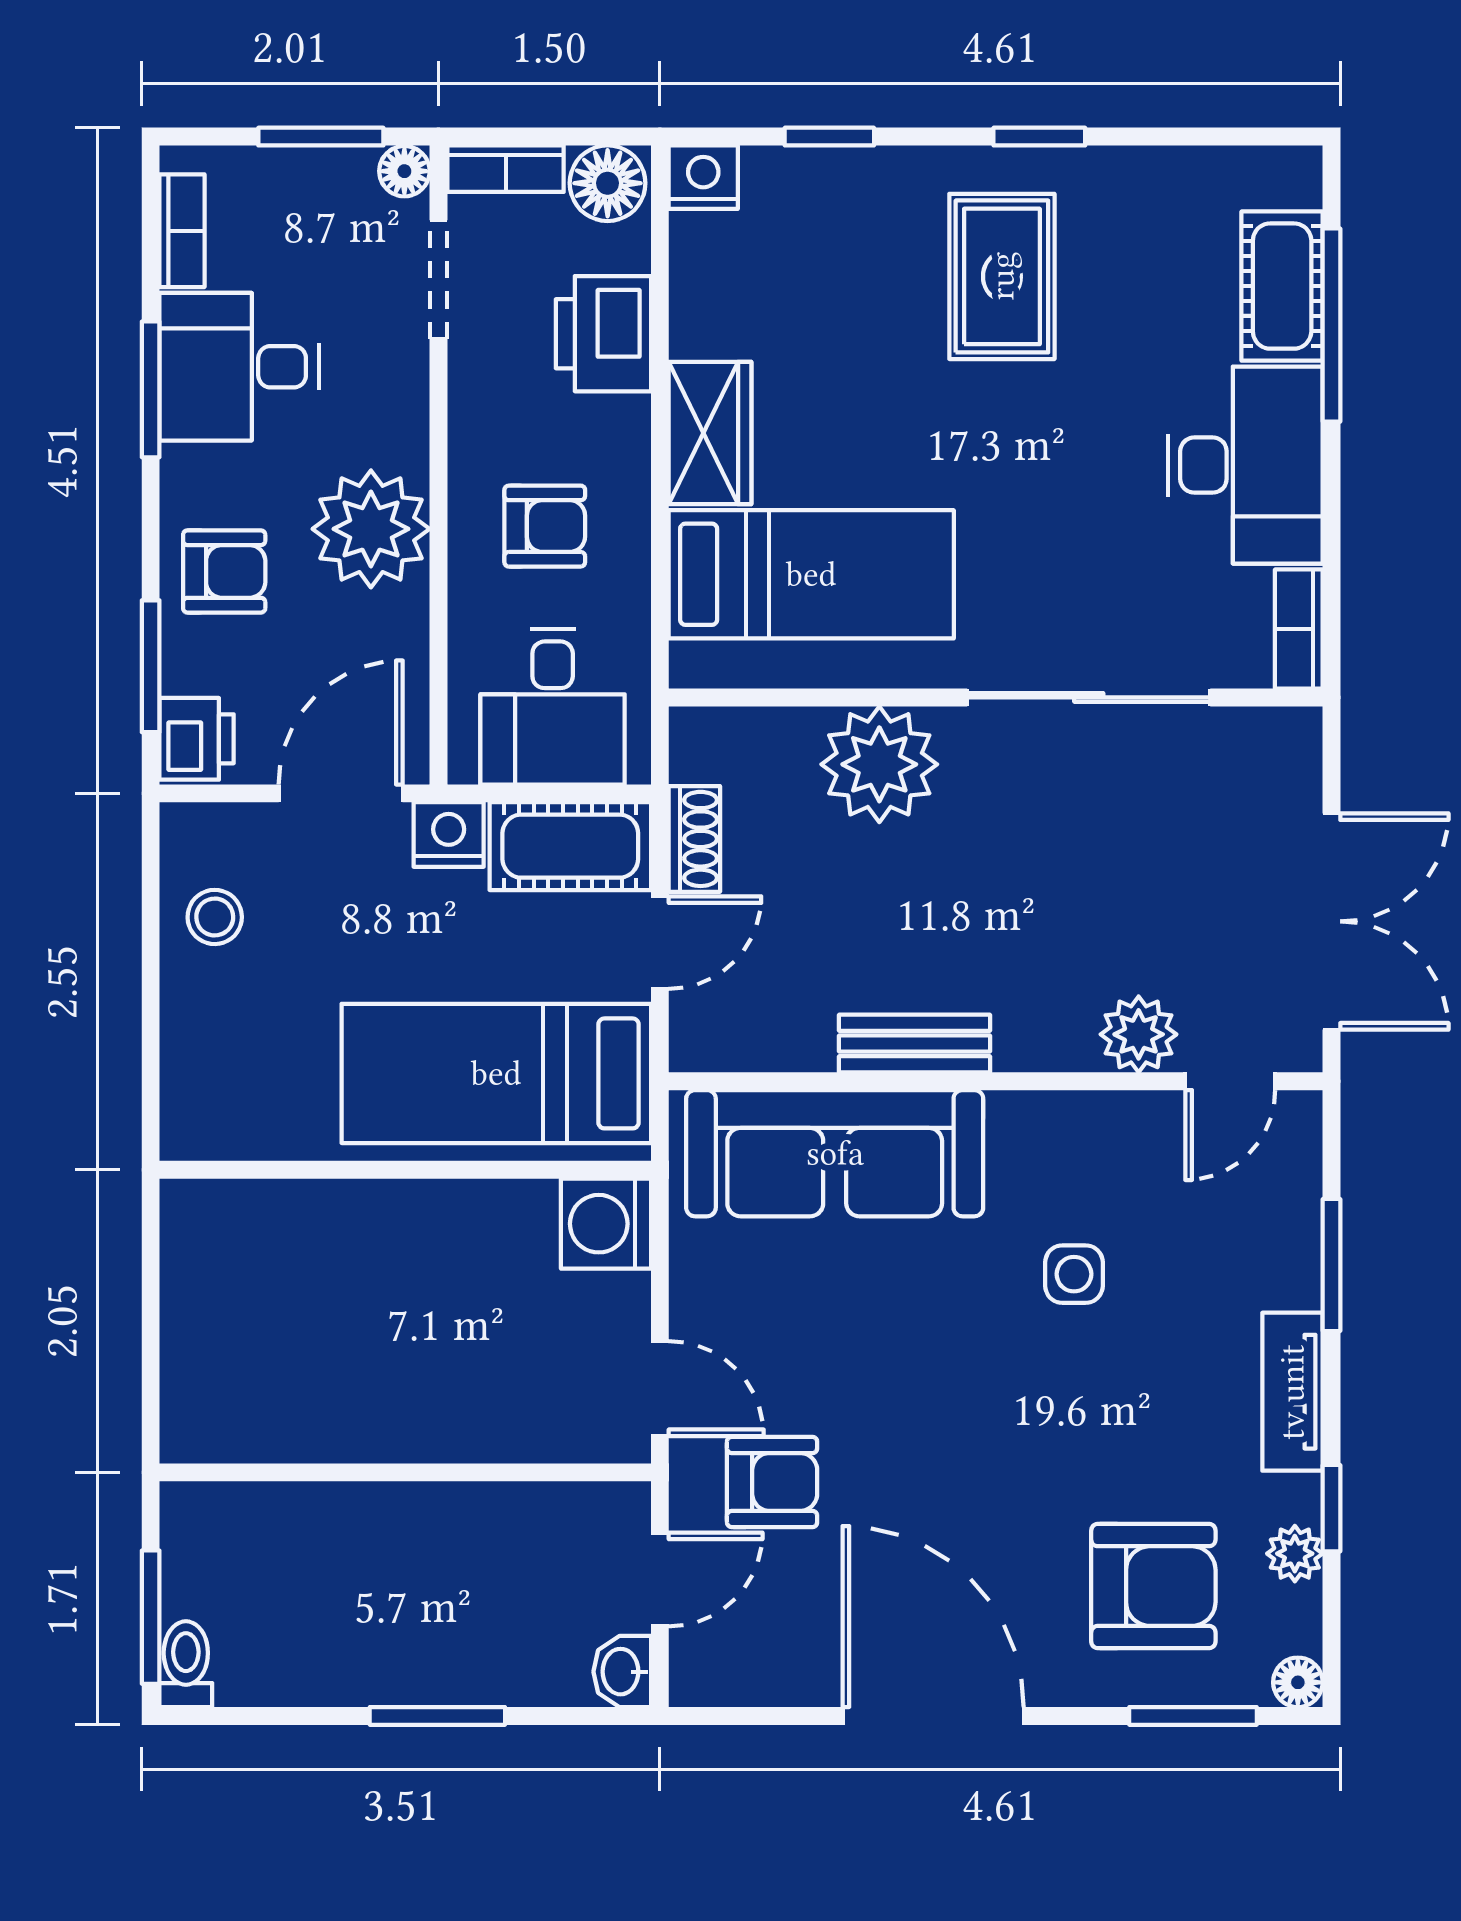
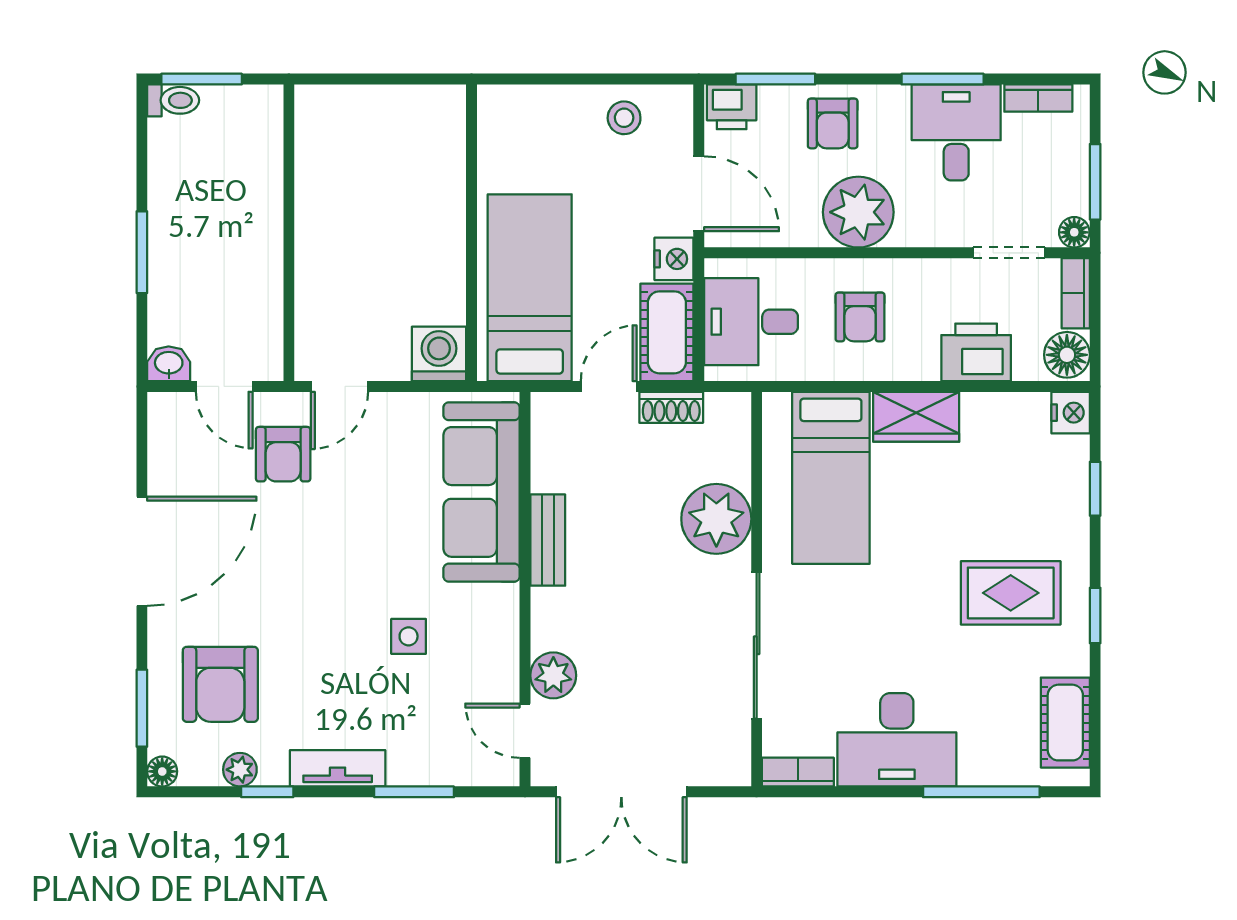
cot: (1282, 286) -> (1065, 723), moved, turned 90
door: (660, 943) -> (609, 386), swing flipped

